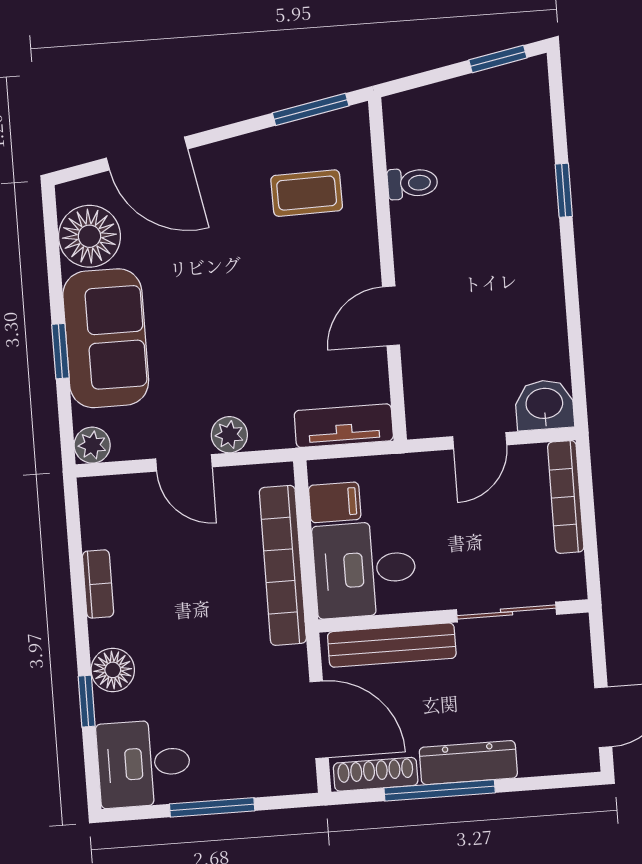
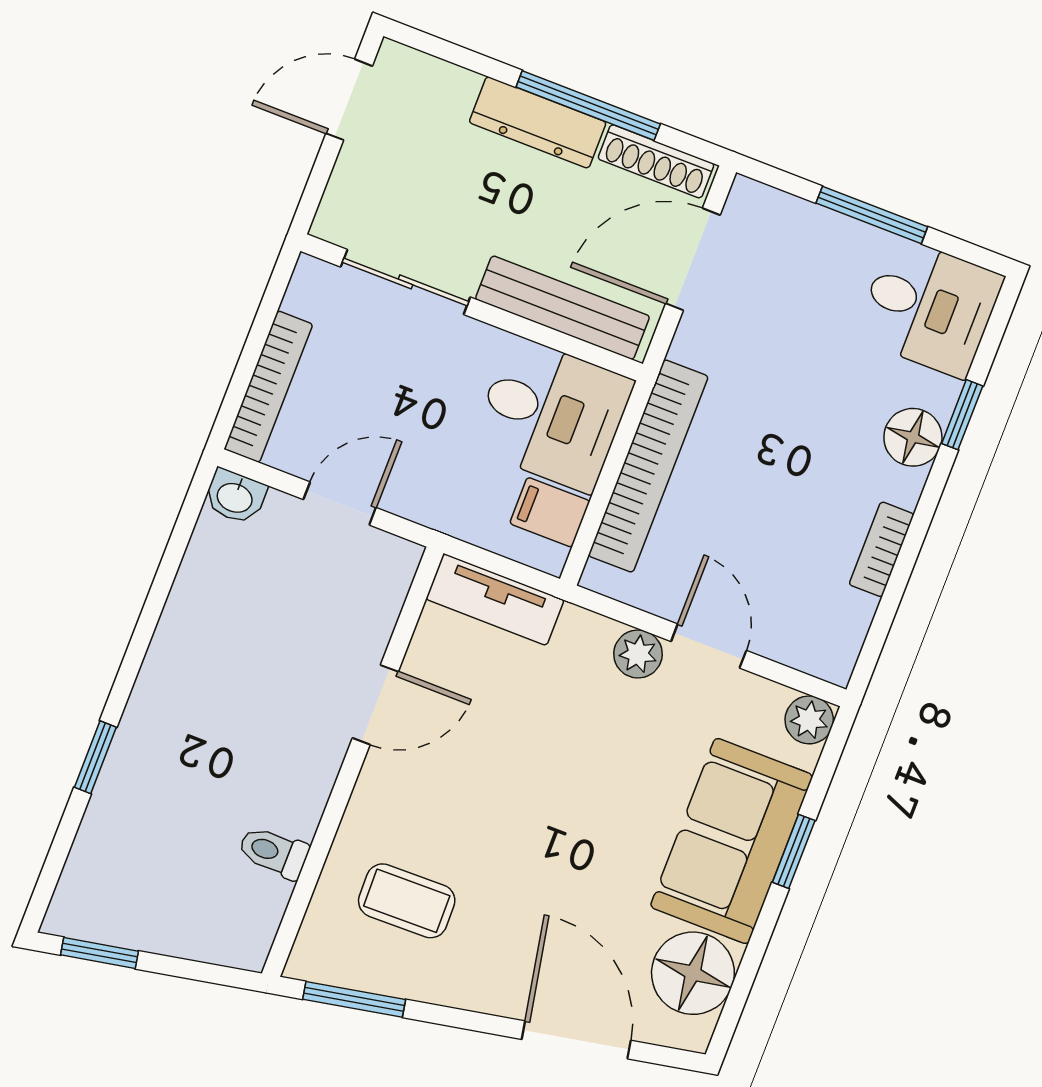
washbasin: (544, 405) -> (235, 497), width x0.72, depth x0.69
door: (319, 720) -> (693, 259), hinge flipped

